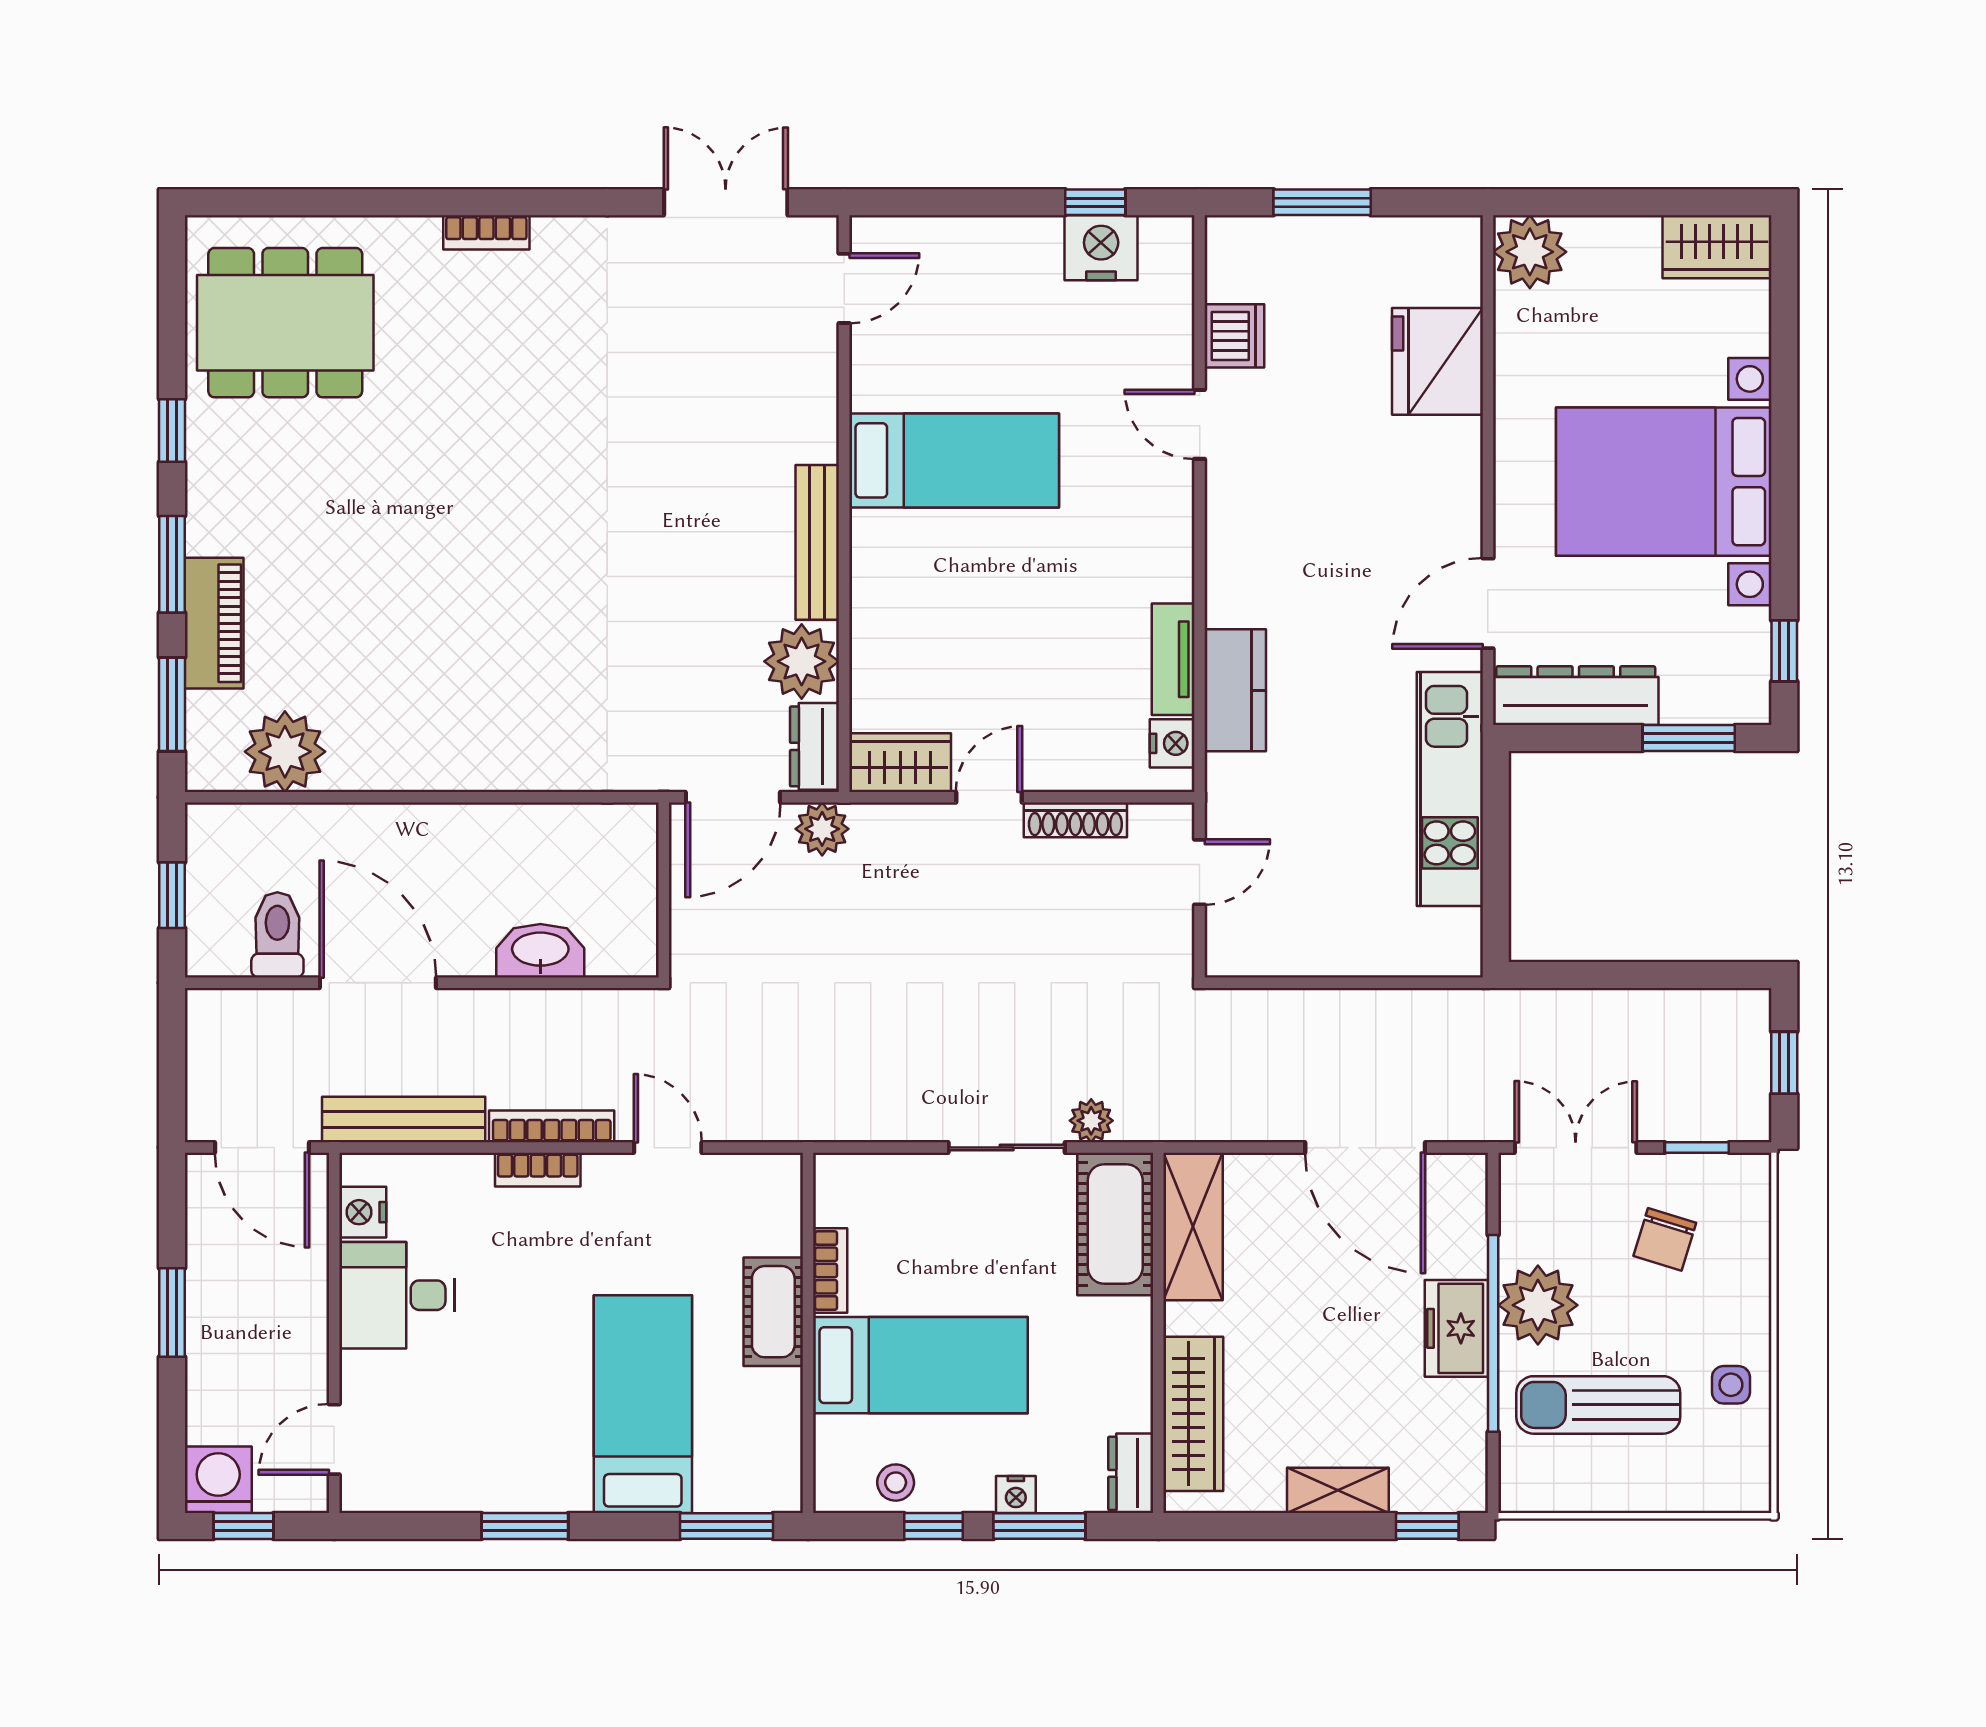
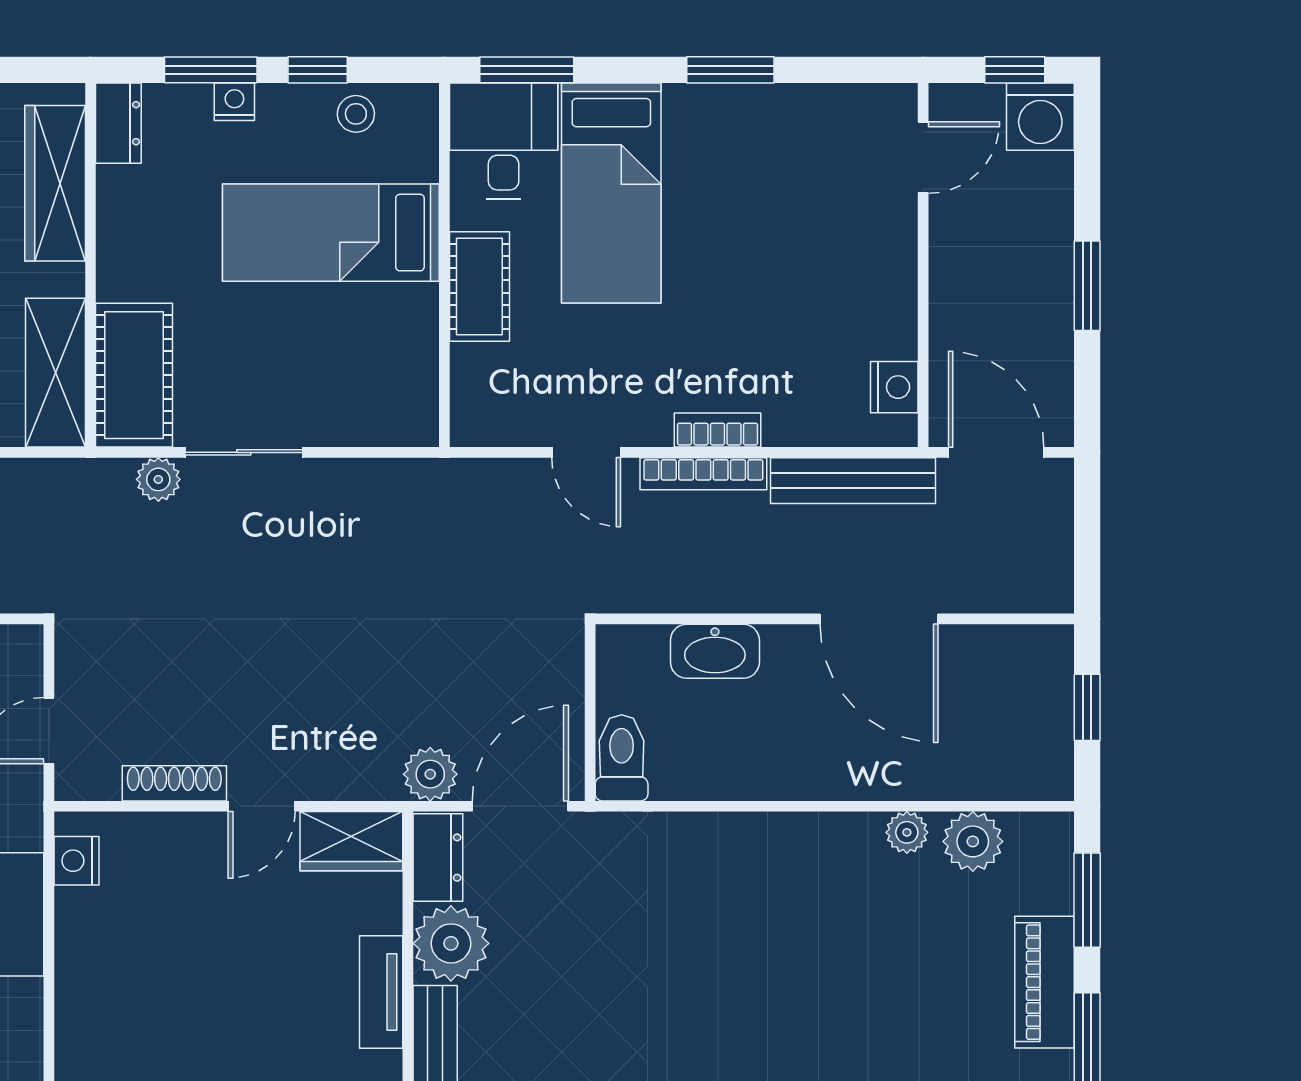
tv unit: (1173, 659) -> (381, 992), moved, turned 180
plant: (285, 752) -> (973, 841), width x0.73, depth x0.73
plant: (350, 771) -> (907, 832), added
toilet: (277, 935) -> (622, 758), moved, turned 180
bookcase: (830, 1270) -> (422, 328), removed
desk: (397, 1295) -> (504, 141), moved, turned -90

